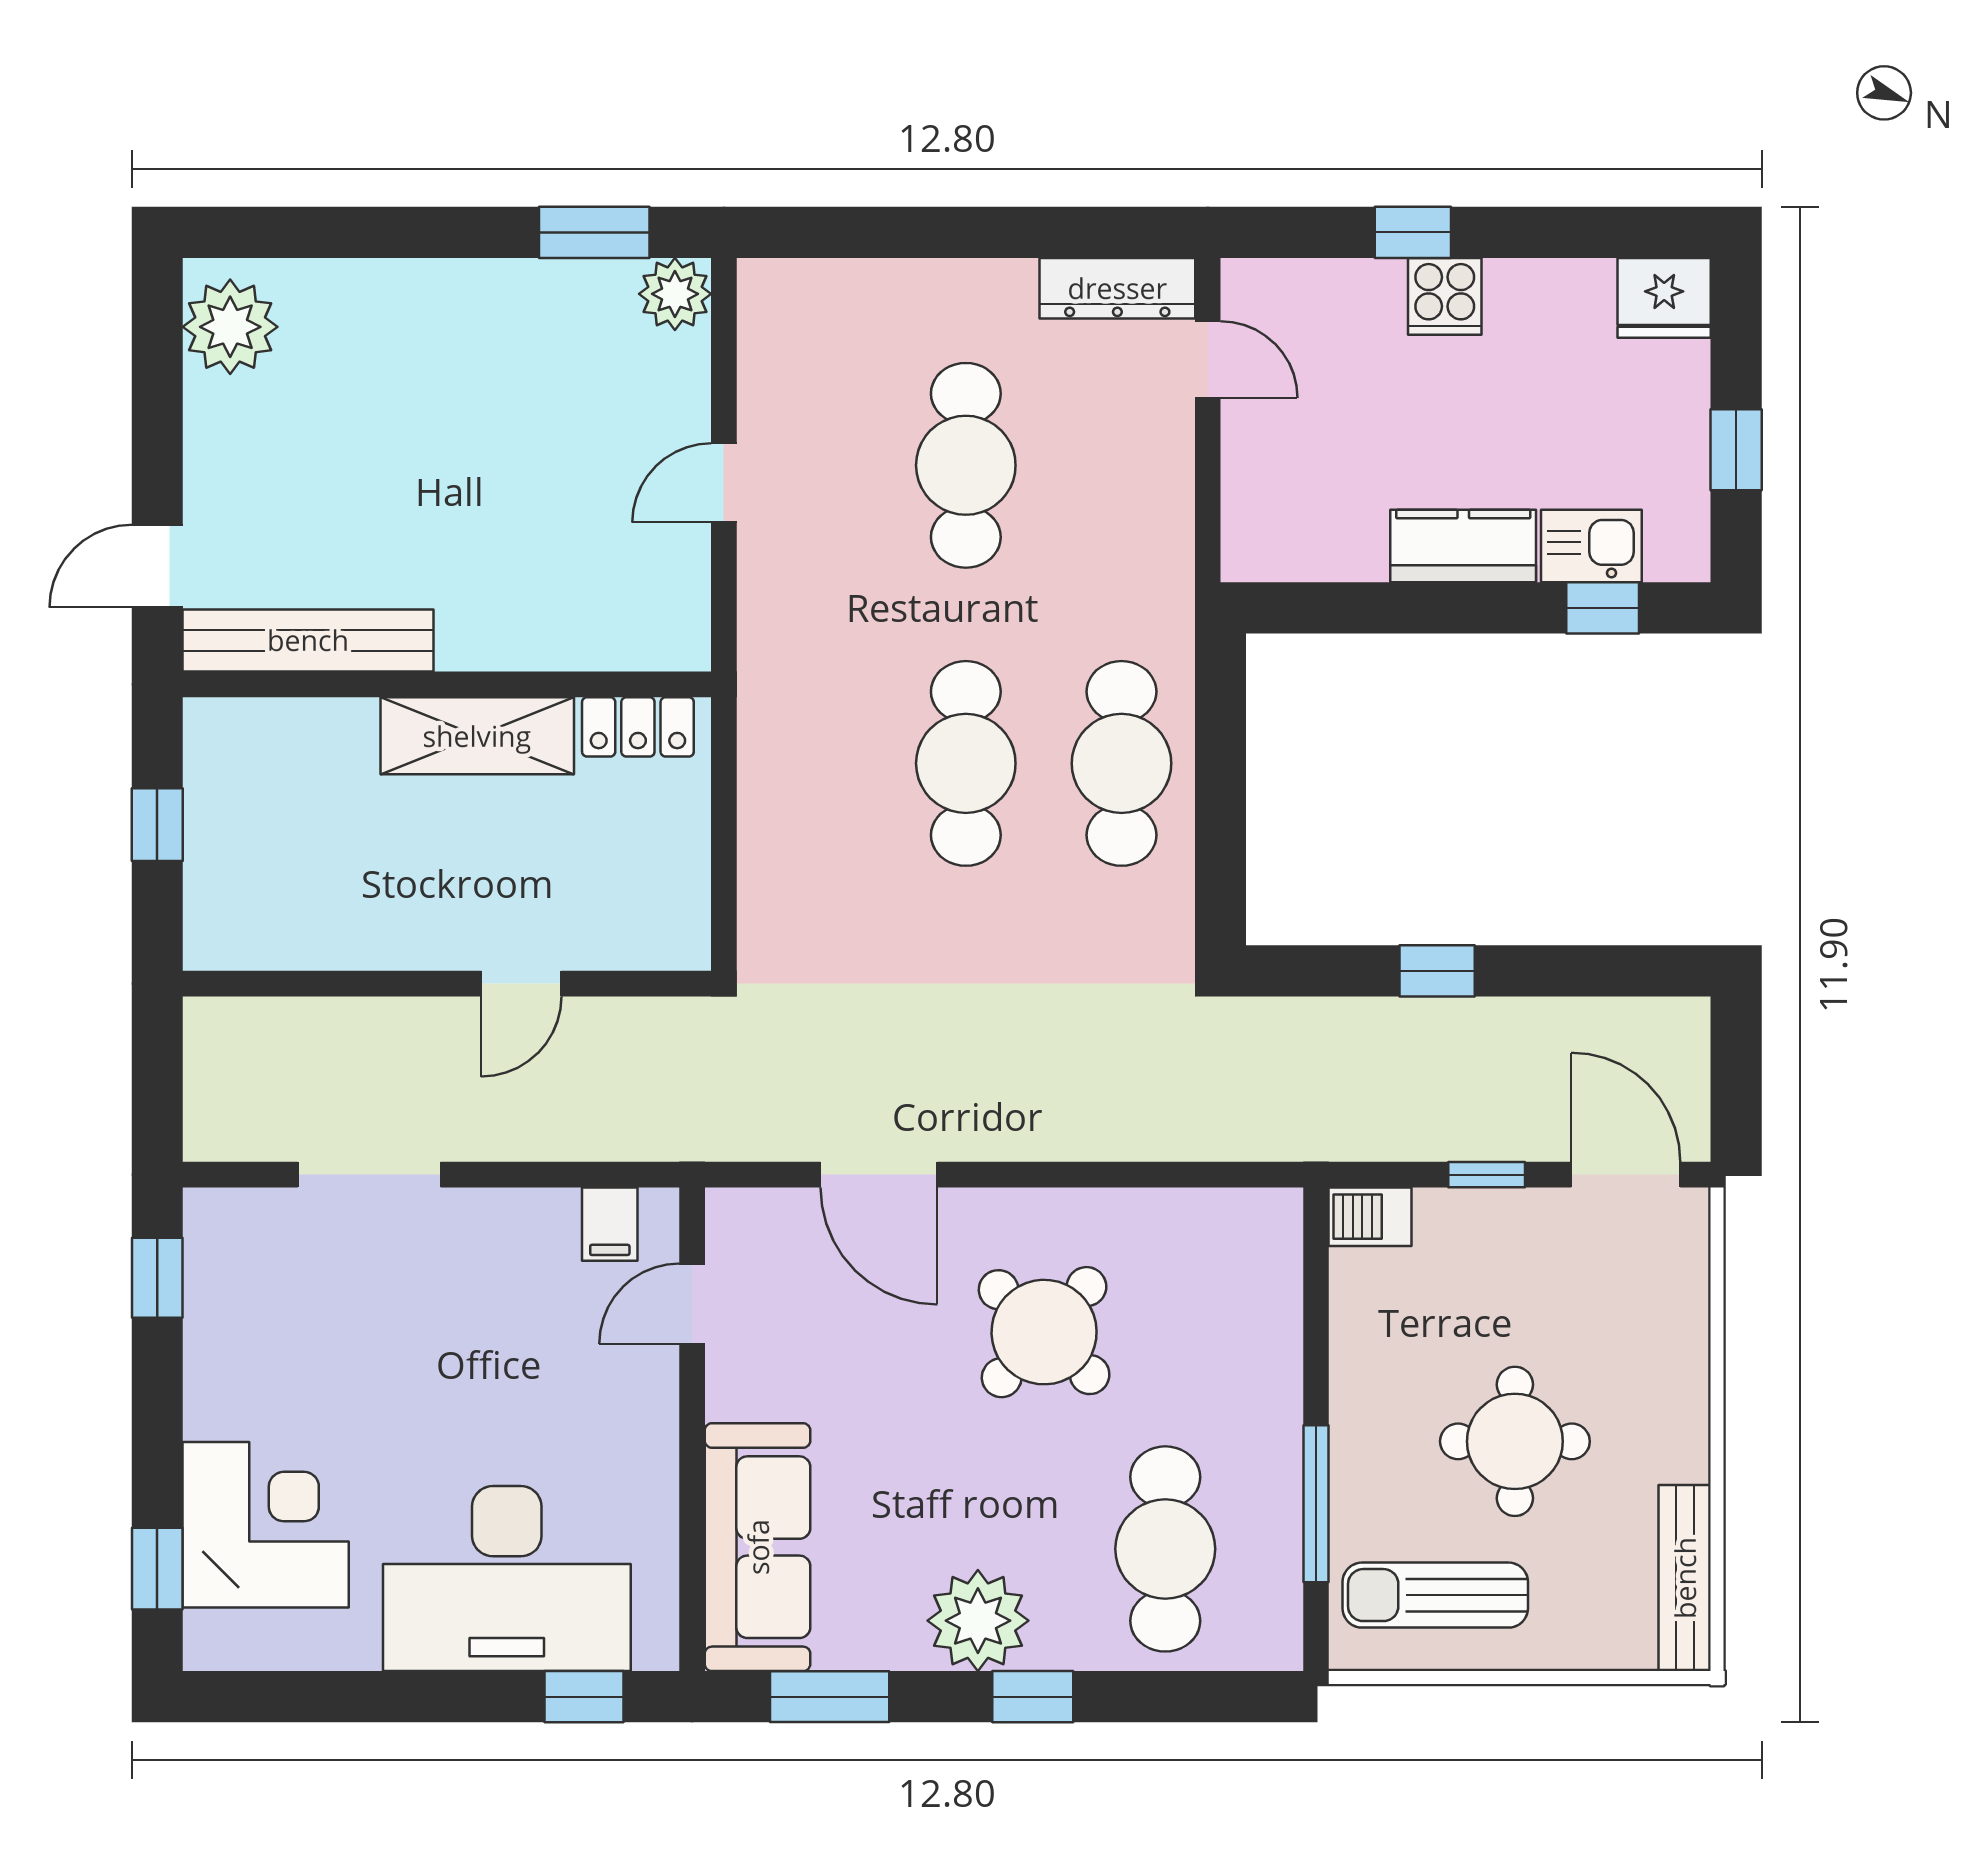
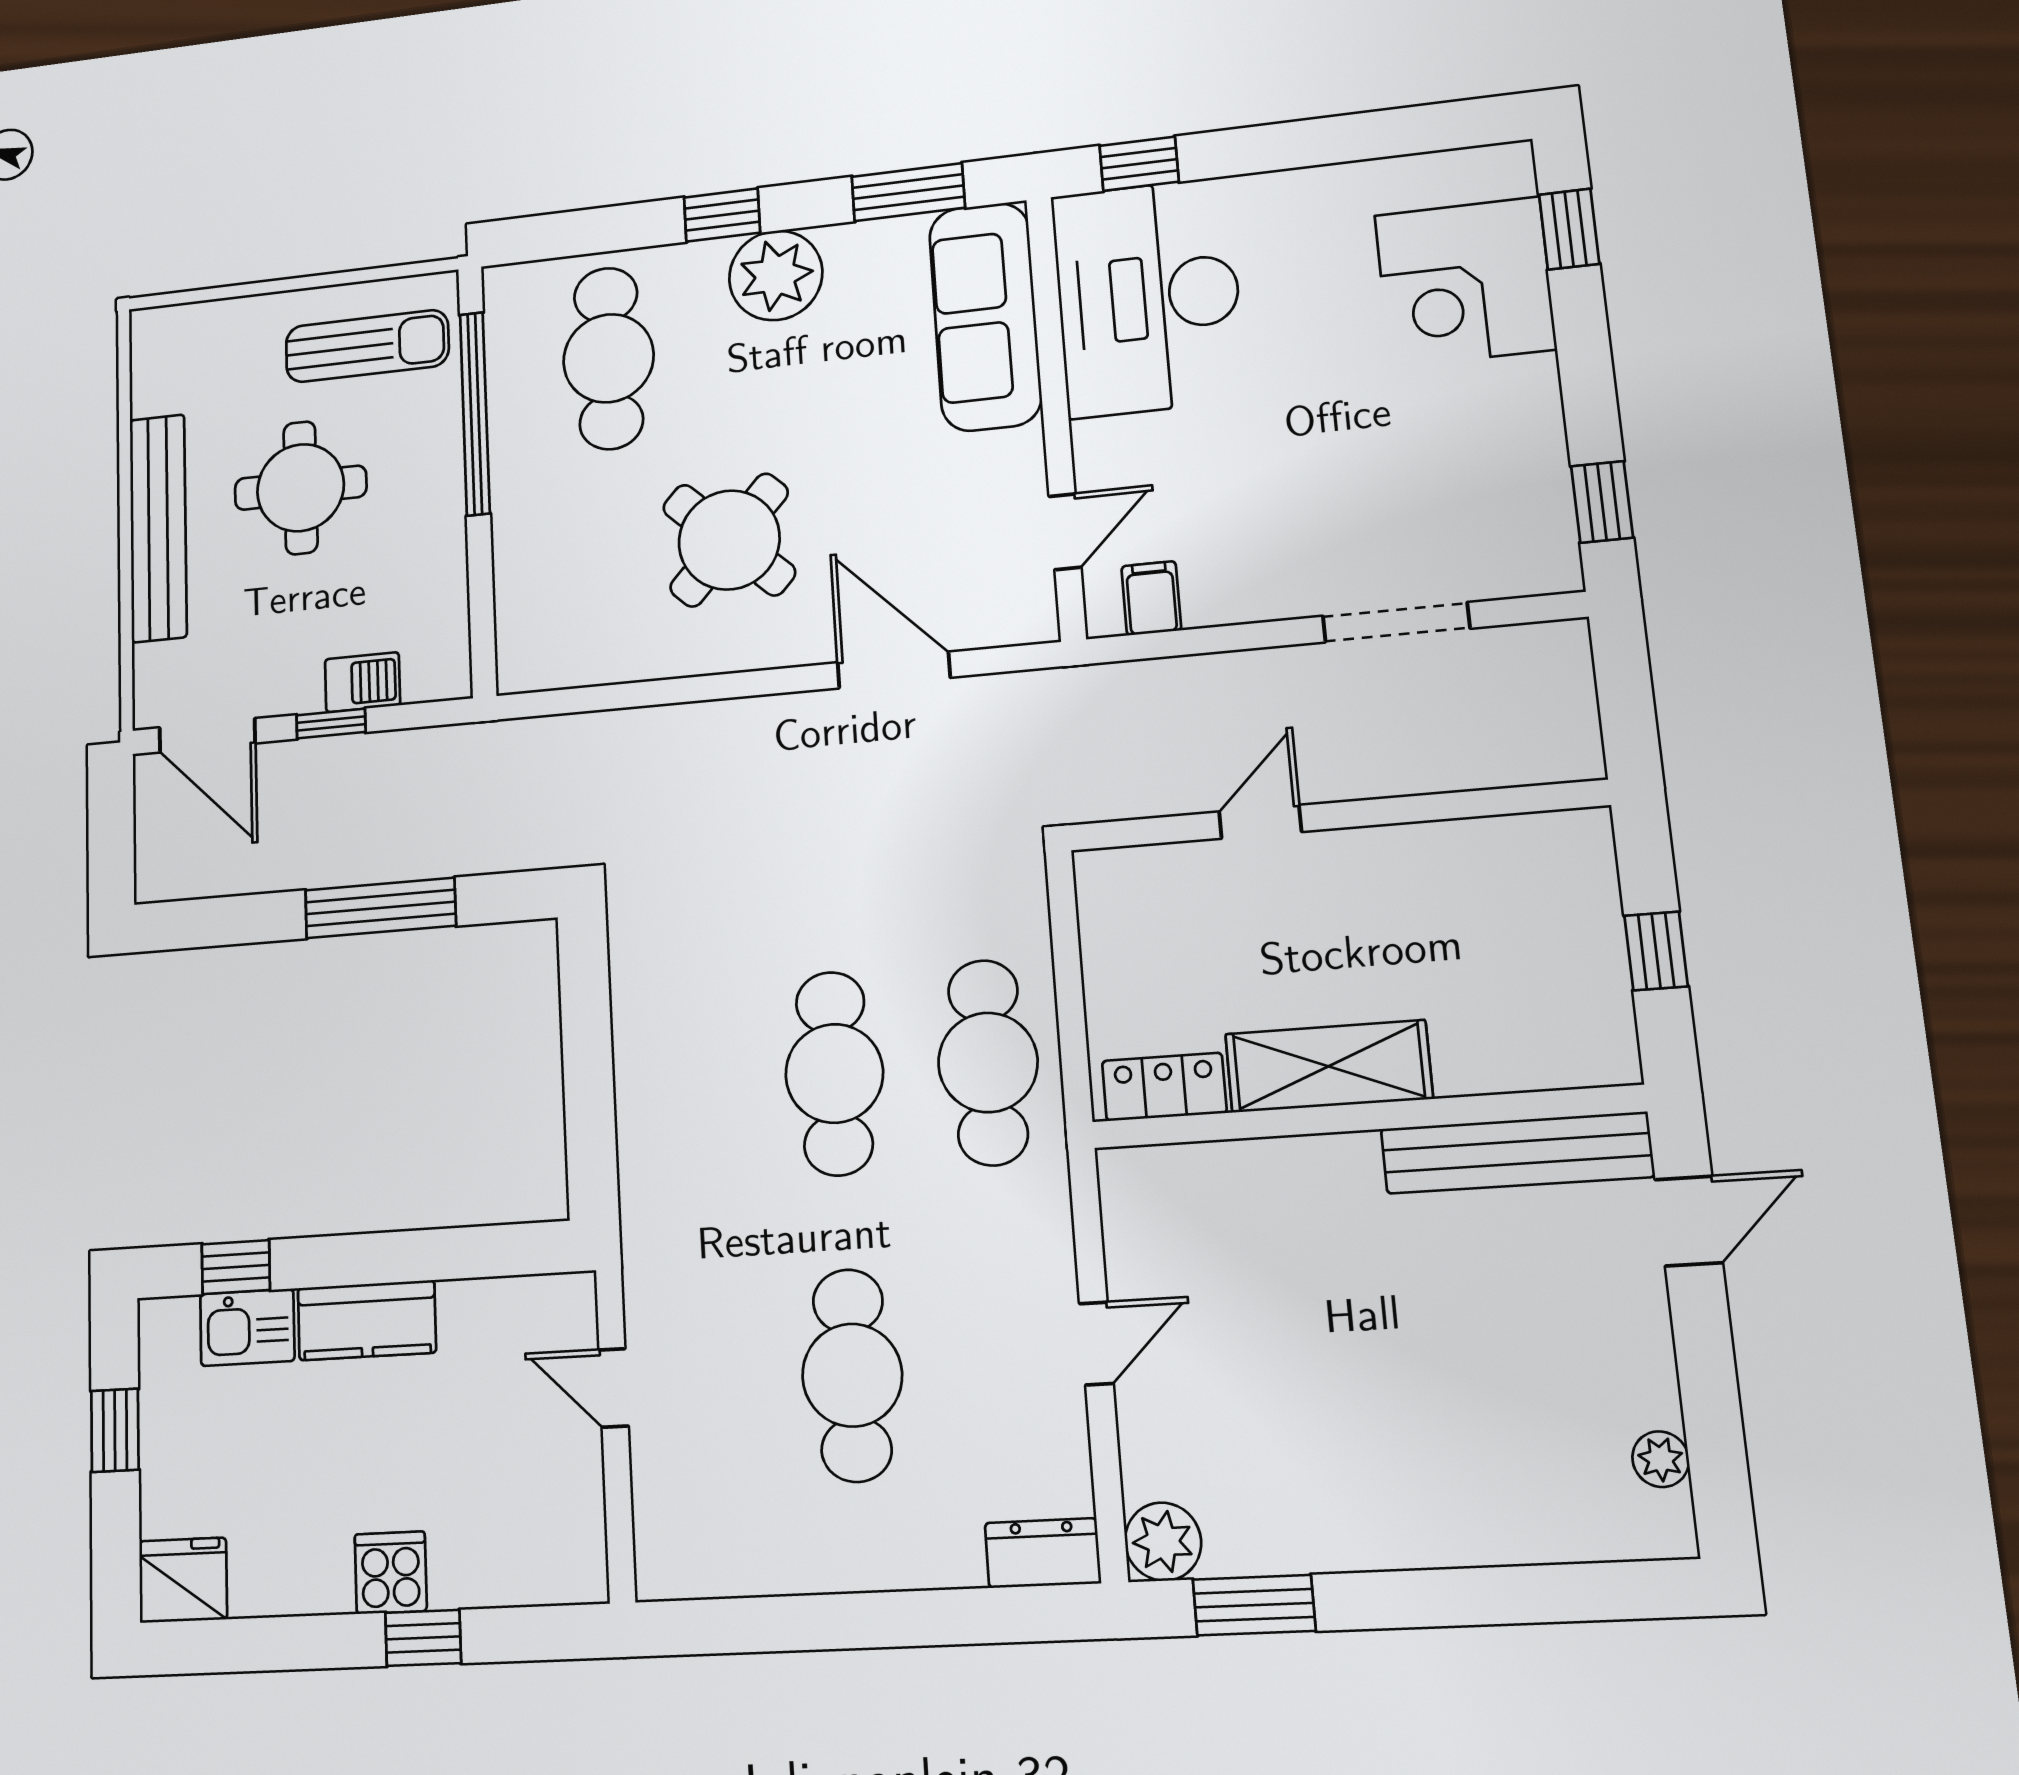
dresser: (1117, 288) -> (1043, 1553), moved, width x0.70
plant: (230, 327) -> (1661, 1459), width x0.53, depth x0.53
door: (1208, 360) -> (614, 1388), moved
cafe table: (1121, 763) -> (988, 1062), moved
window: (1437, 971) -> (380, 908), width x2.17
barbecue: (1370, 1217) -> (362, 682), moved
window: (1316, 1504) -> (475, 413), width x1.46
bench: (1685, 1578) -> (158, 528), moved, width x1.37, depth x1.21
desk: (507, 1579) -> (1148, 297), moved, turned -90

